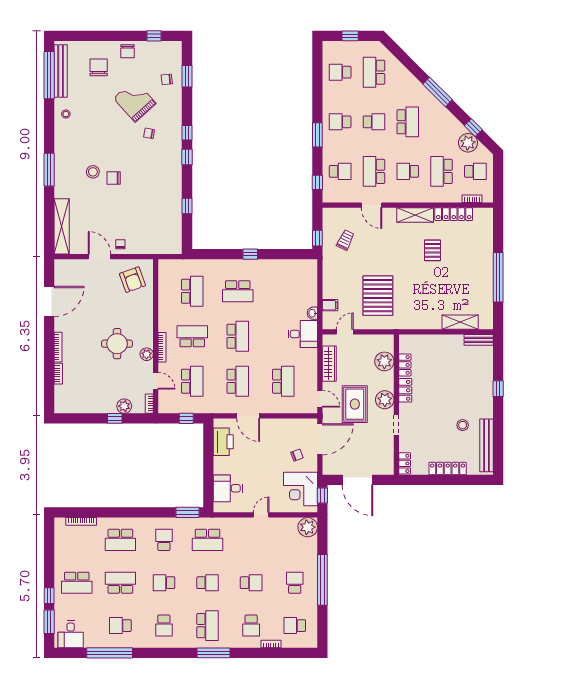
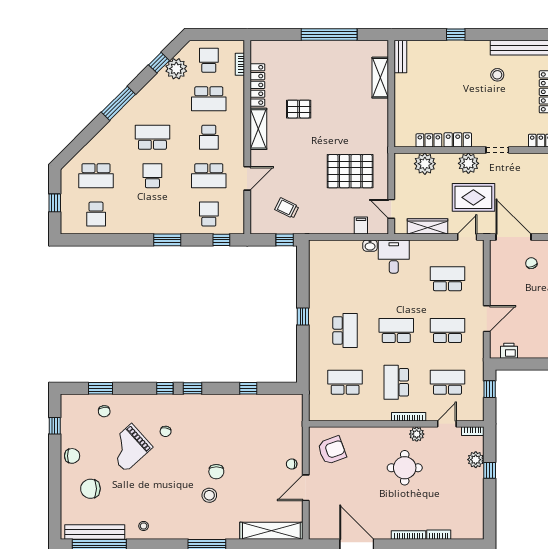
school desk: (340, 122) -> (152, 214), removed
printer: (223, 442) -> (509, 351), width x0.53, depth x0.68

